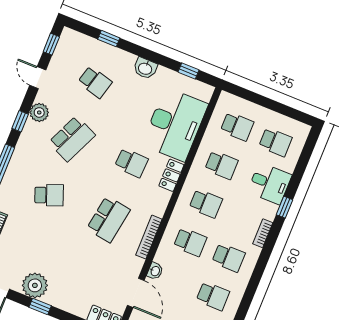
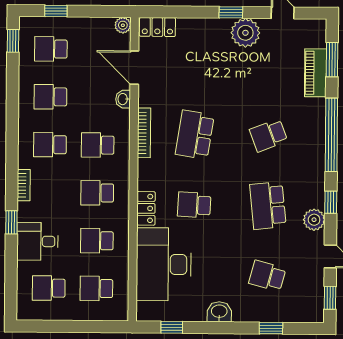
school desk: (72, 139) -> (268, 206), turned -30

